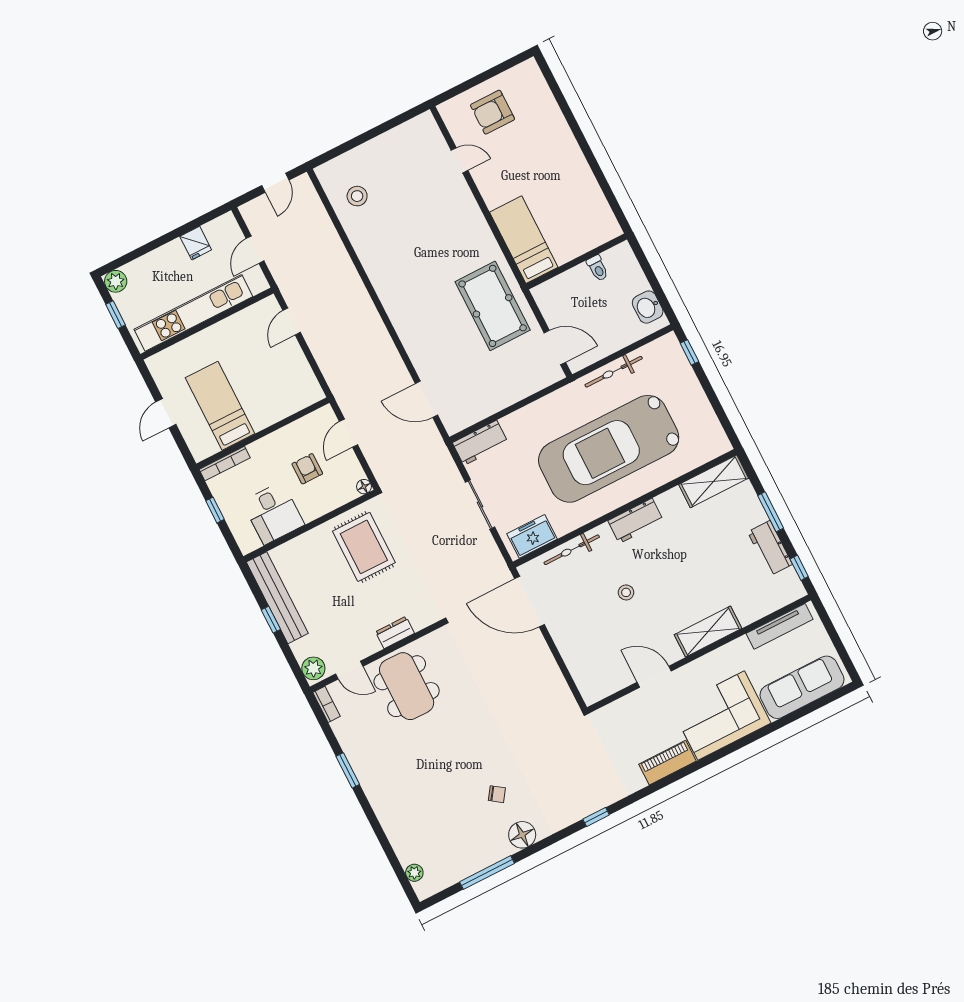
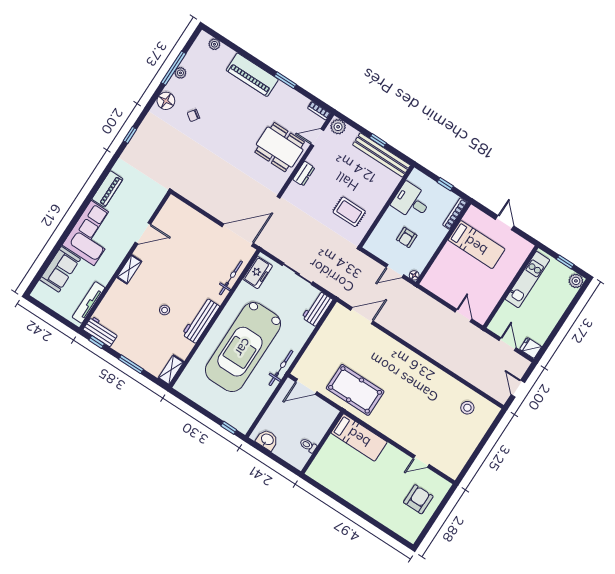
fridge: (196, 243) -> (531, 348), moved
kitchen unit: (193, 313) -> (527, 280), width x0.73
bicycle: (614, 372) -> (281, 368), moved
door: (348, 433) -> (395, 271), swing flipped
car: (609, 449) -> (243, 347), turned 180
armchair: (307, 469) -> (407, 237), turned 90
shelving: (714, 481) -> (171, 370), width x0.67, depth x0.75
floor lamp: (364, 487) -> (414, 275), moved
workbench: (636, 521) -> (201, 320), width x1.38
rug: (364, 547) -> (349, 212), width x0.73, depth x0.70
workbench: (770, 548) -> (101, 331), moved
stool: (626, 592) -> (165, 310), moved
shelving: (708, 632) -> (129, 269), width x0.67, depth x0.75
sofa: (802, 687) -> (60, 269), width x0.73
piano: (388, 803) -> (252, 75), added
plant: (482, 861) -> (180, 73), added

